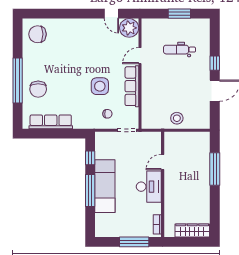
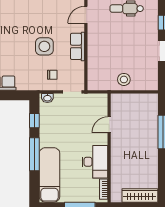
row of seats: (132, 86) -> (77, 46), width x0.68
washbasin: (103, 136) -> (47, 98), added
exam couch: (105, 186) -> (50, 175), moved
desk: (149, 187) -> (95, 162), moved

